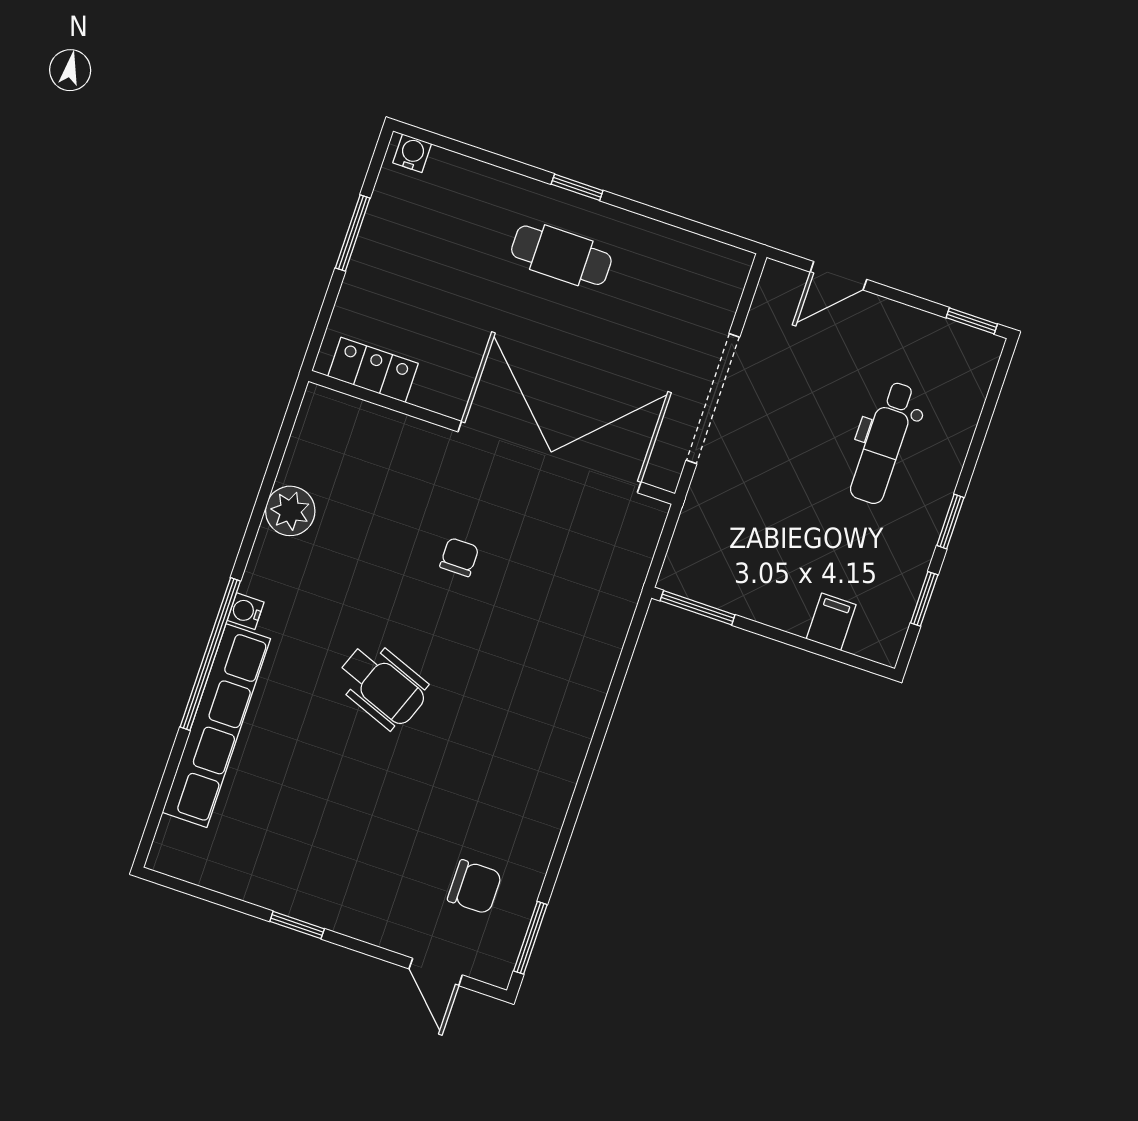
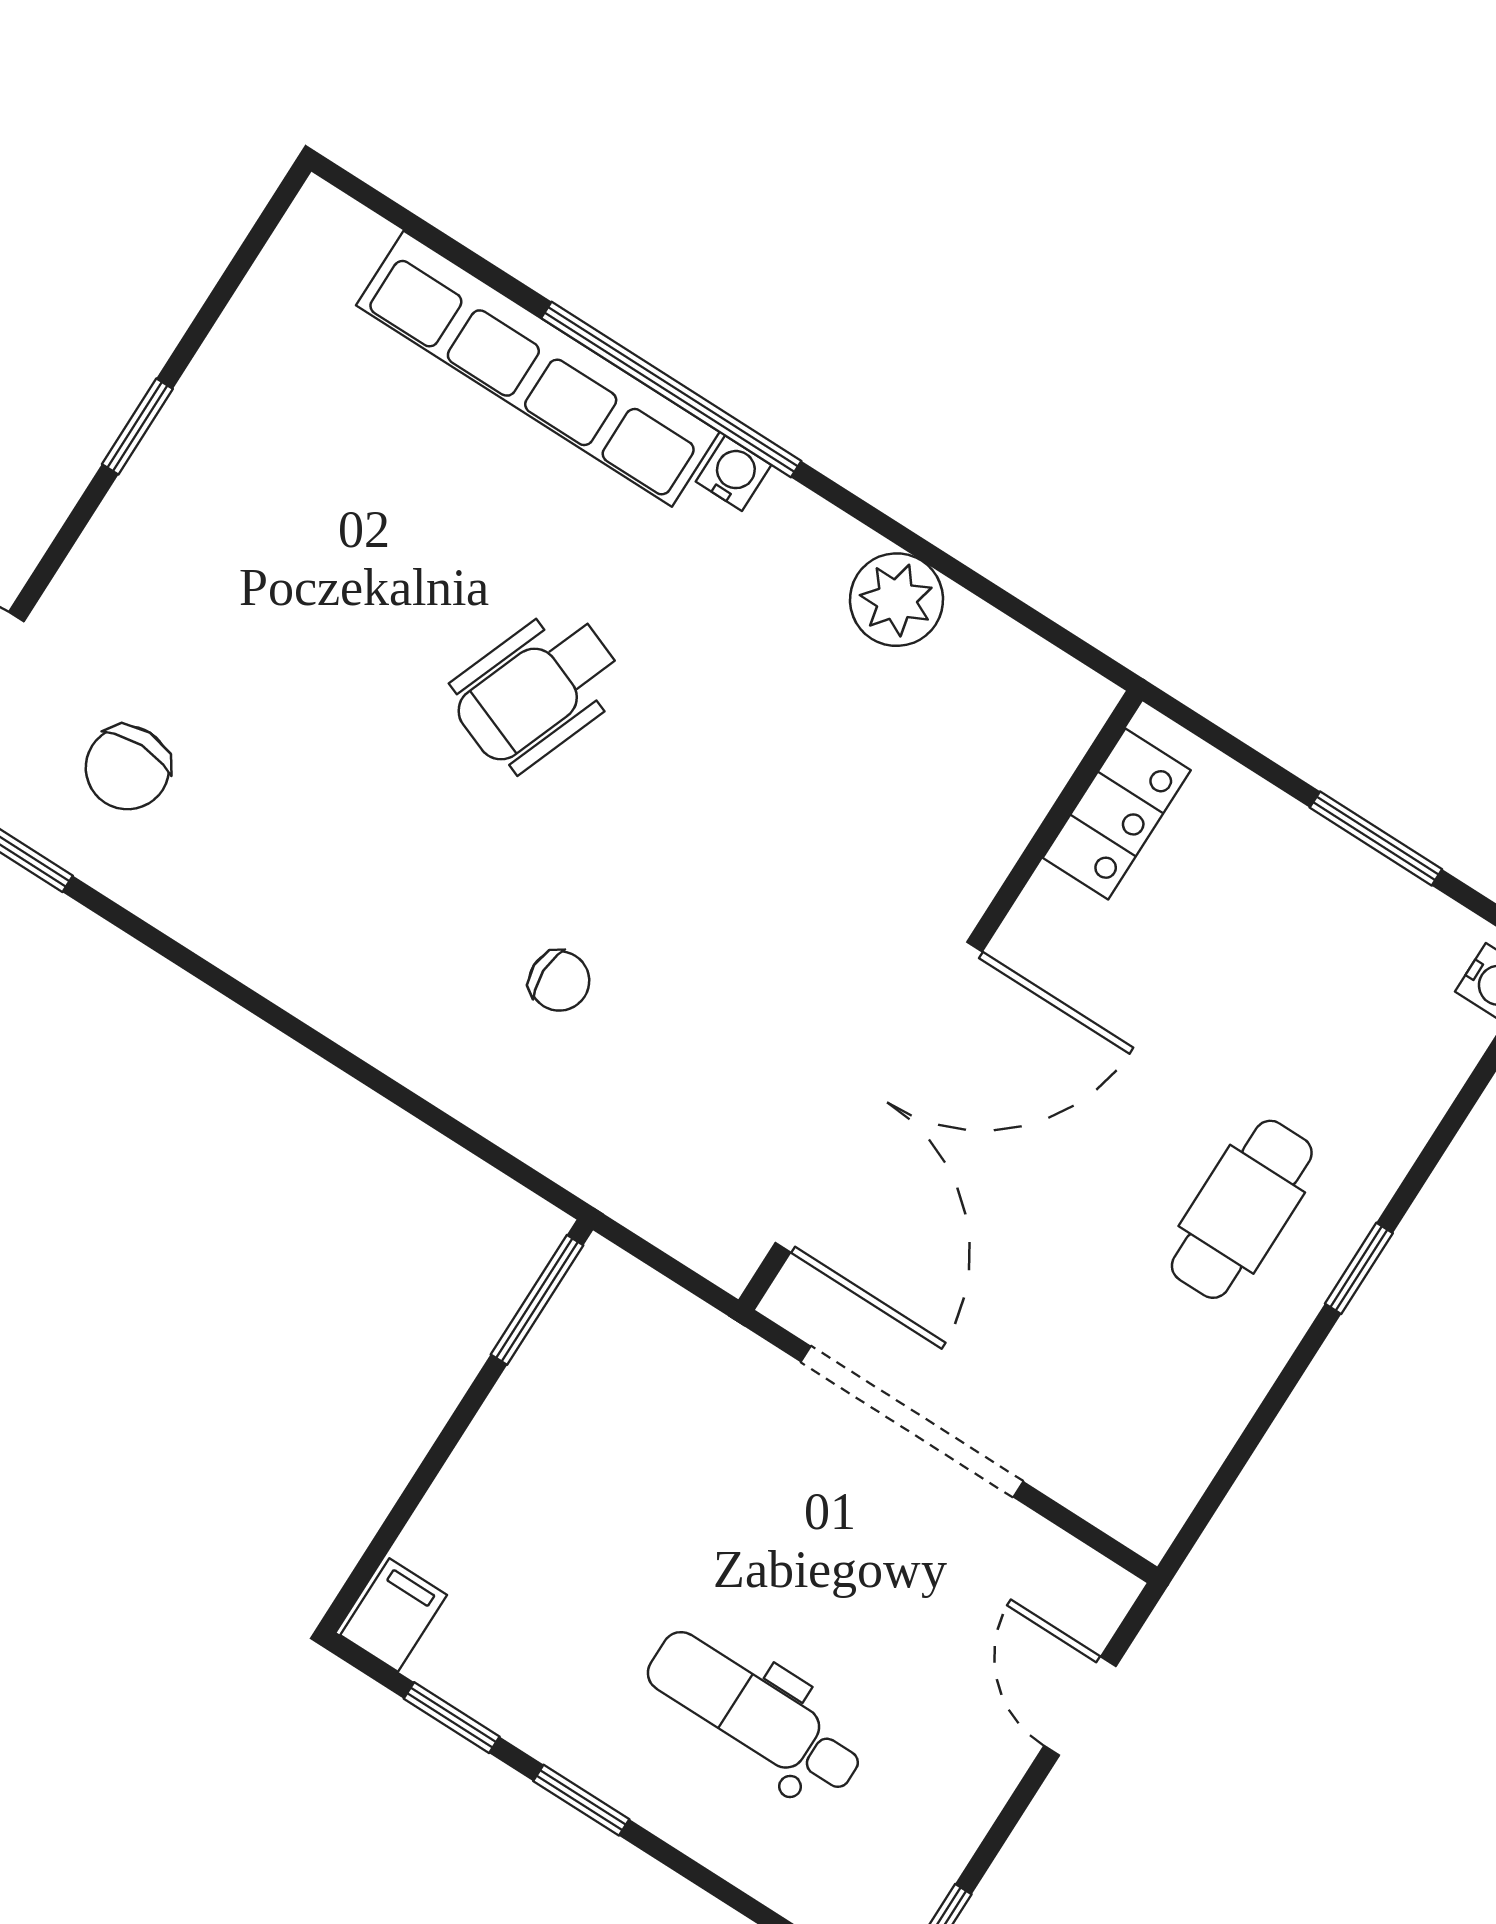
chair: (459, 557) -> (559, 981), moved
filing cabinet: (831, 622) -> (394, 1615), moved, turned -90

